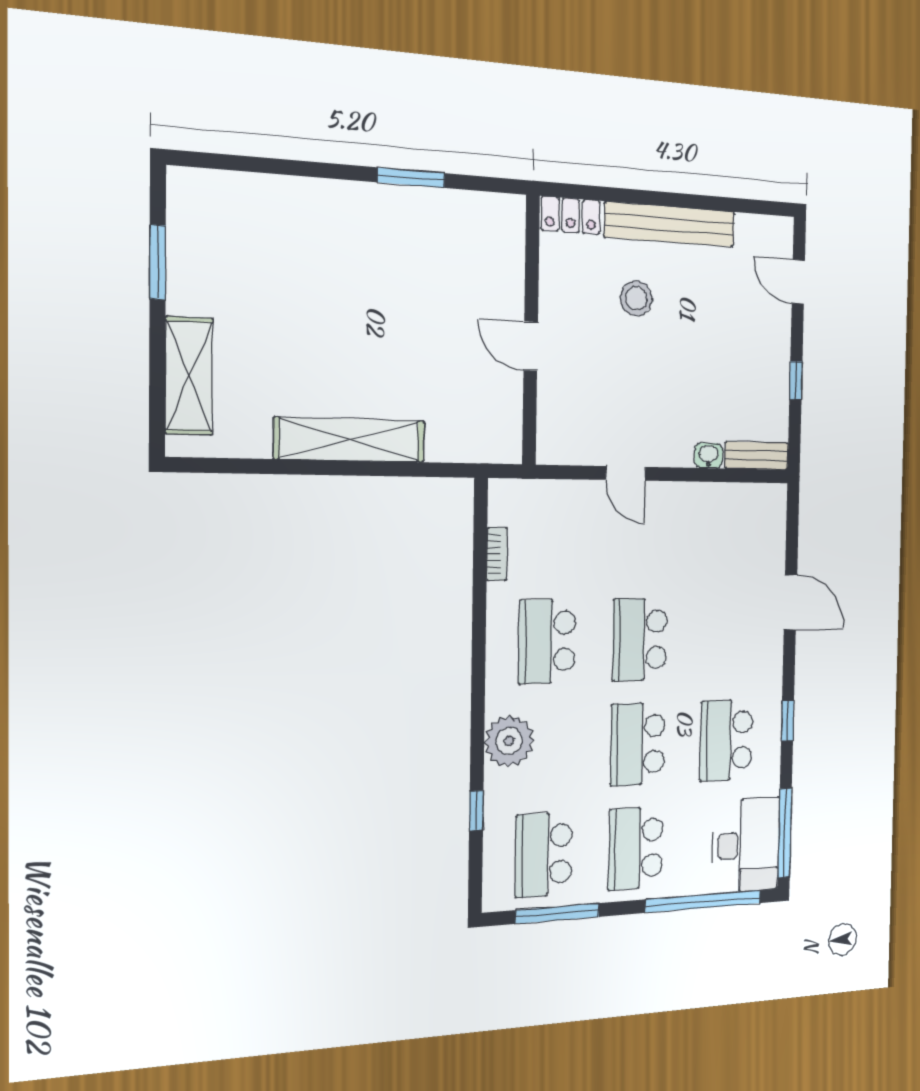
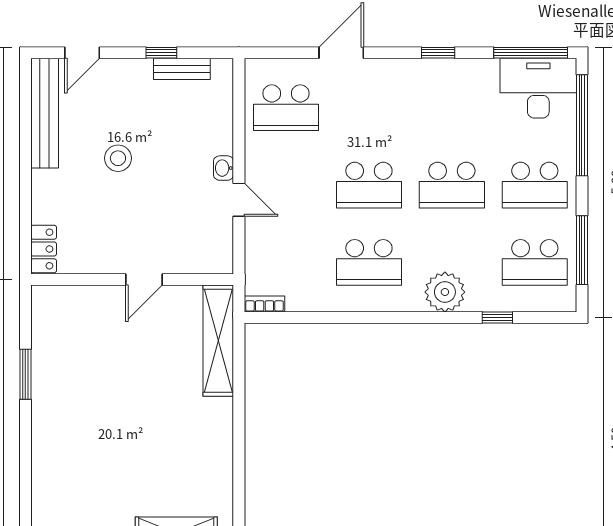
bench: (670, 224) -> (45, 113), moved
stool: (636, 298) -> (118, 158), moved
shelving: (350, 440) -> (218, 341), moved
washbasin: (709, 456) -> (224, 168), moved
bench: (757, 456) -> (182, 69), moved, turned 90
door: (626, 473) -> (239, 200), hinge flipped
bookcase: (497, 554) -> (264, 304), moved
school desk: (726, 740) -> (286, 108), moved

